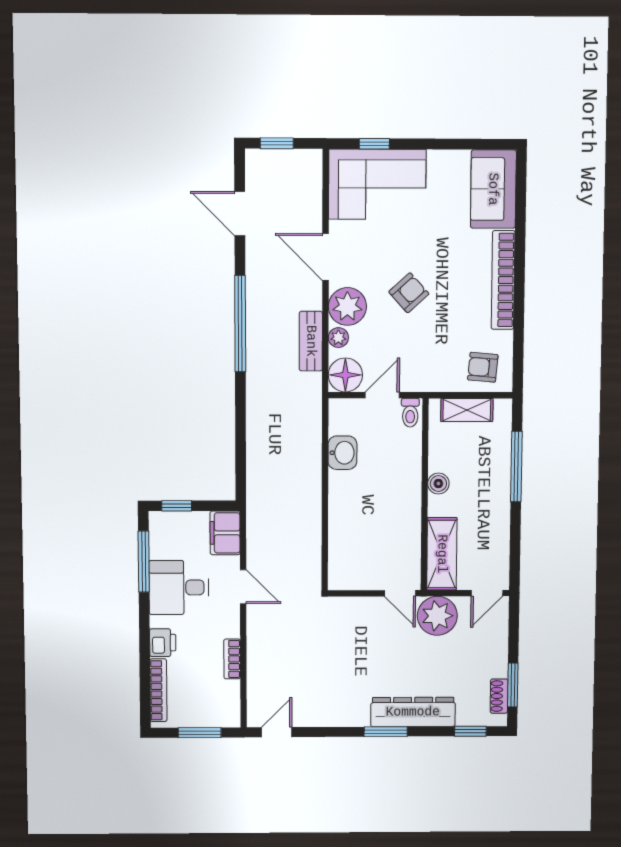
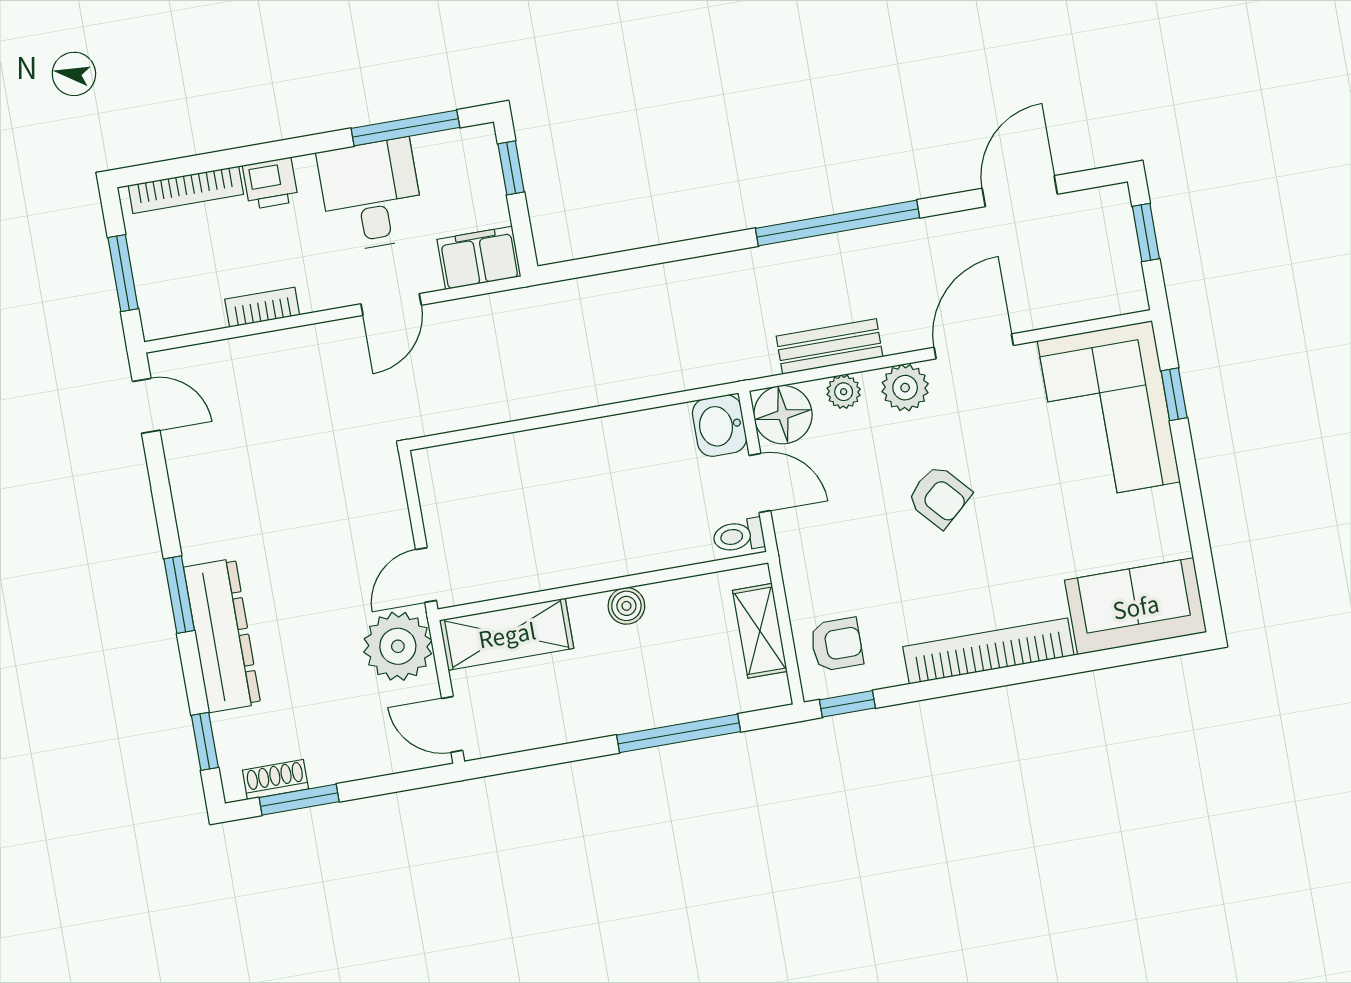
plant: (347, 306) -> (905, 388), width x0.73, depth x0.73
armchair: (483, 367) -> (837, 644), turned 85
window: (518, 367) -> (847, 704), added
washbasin: (342, 453) -> (719, 426), moved, turned 90

